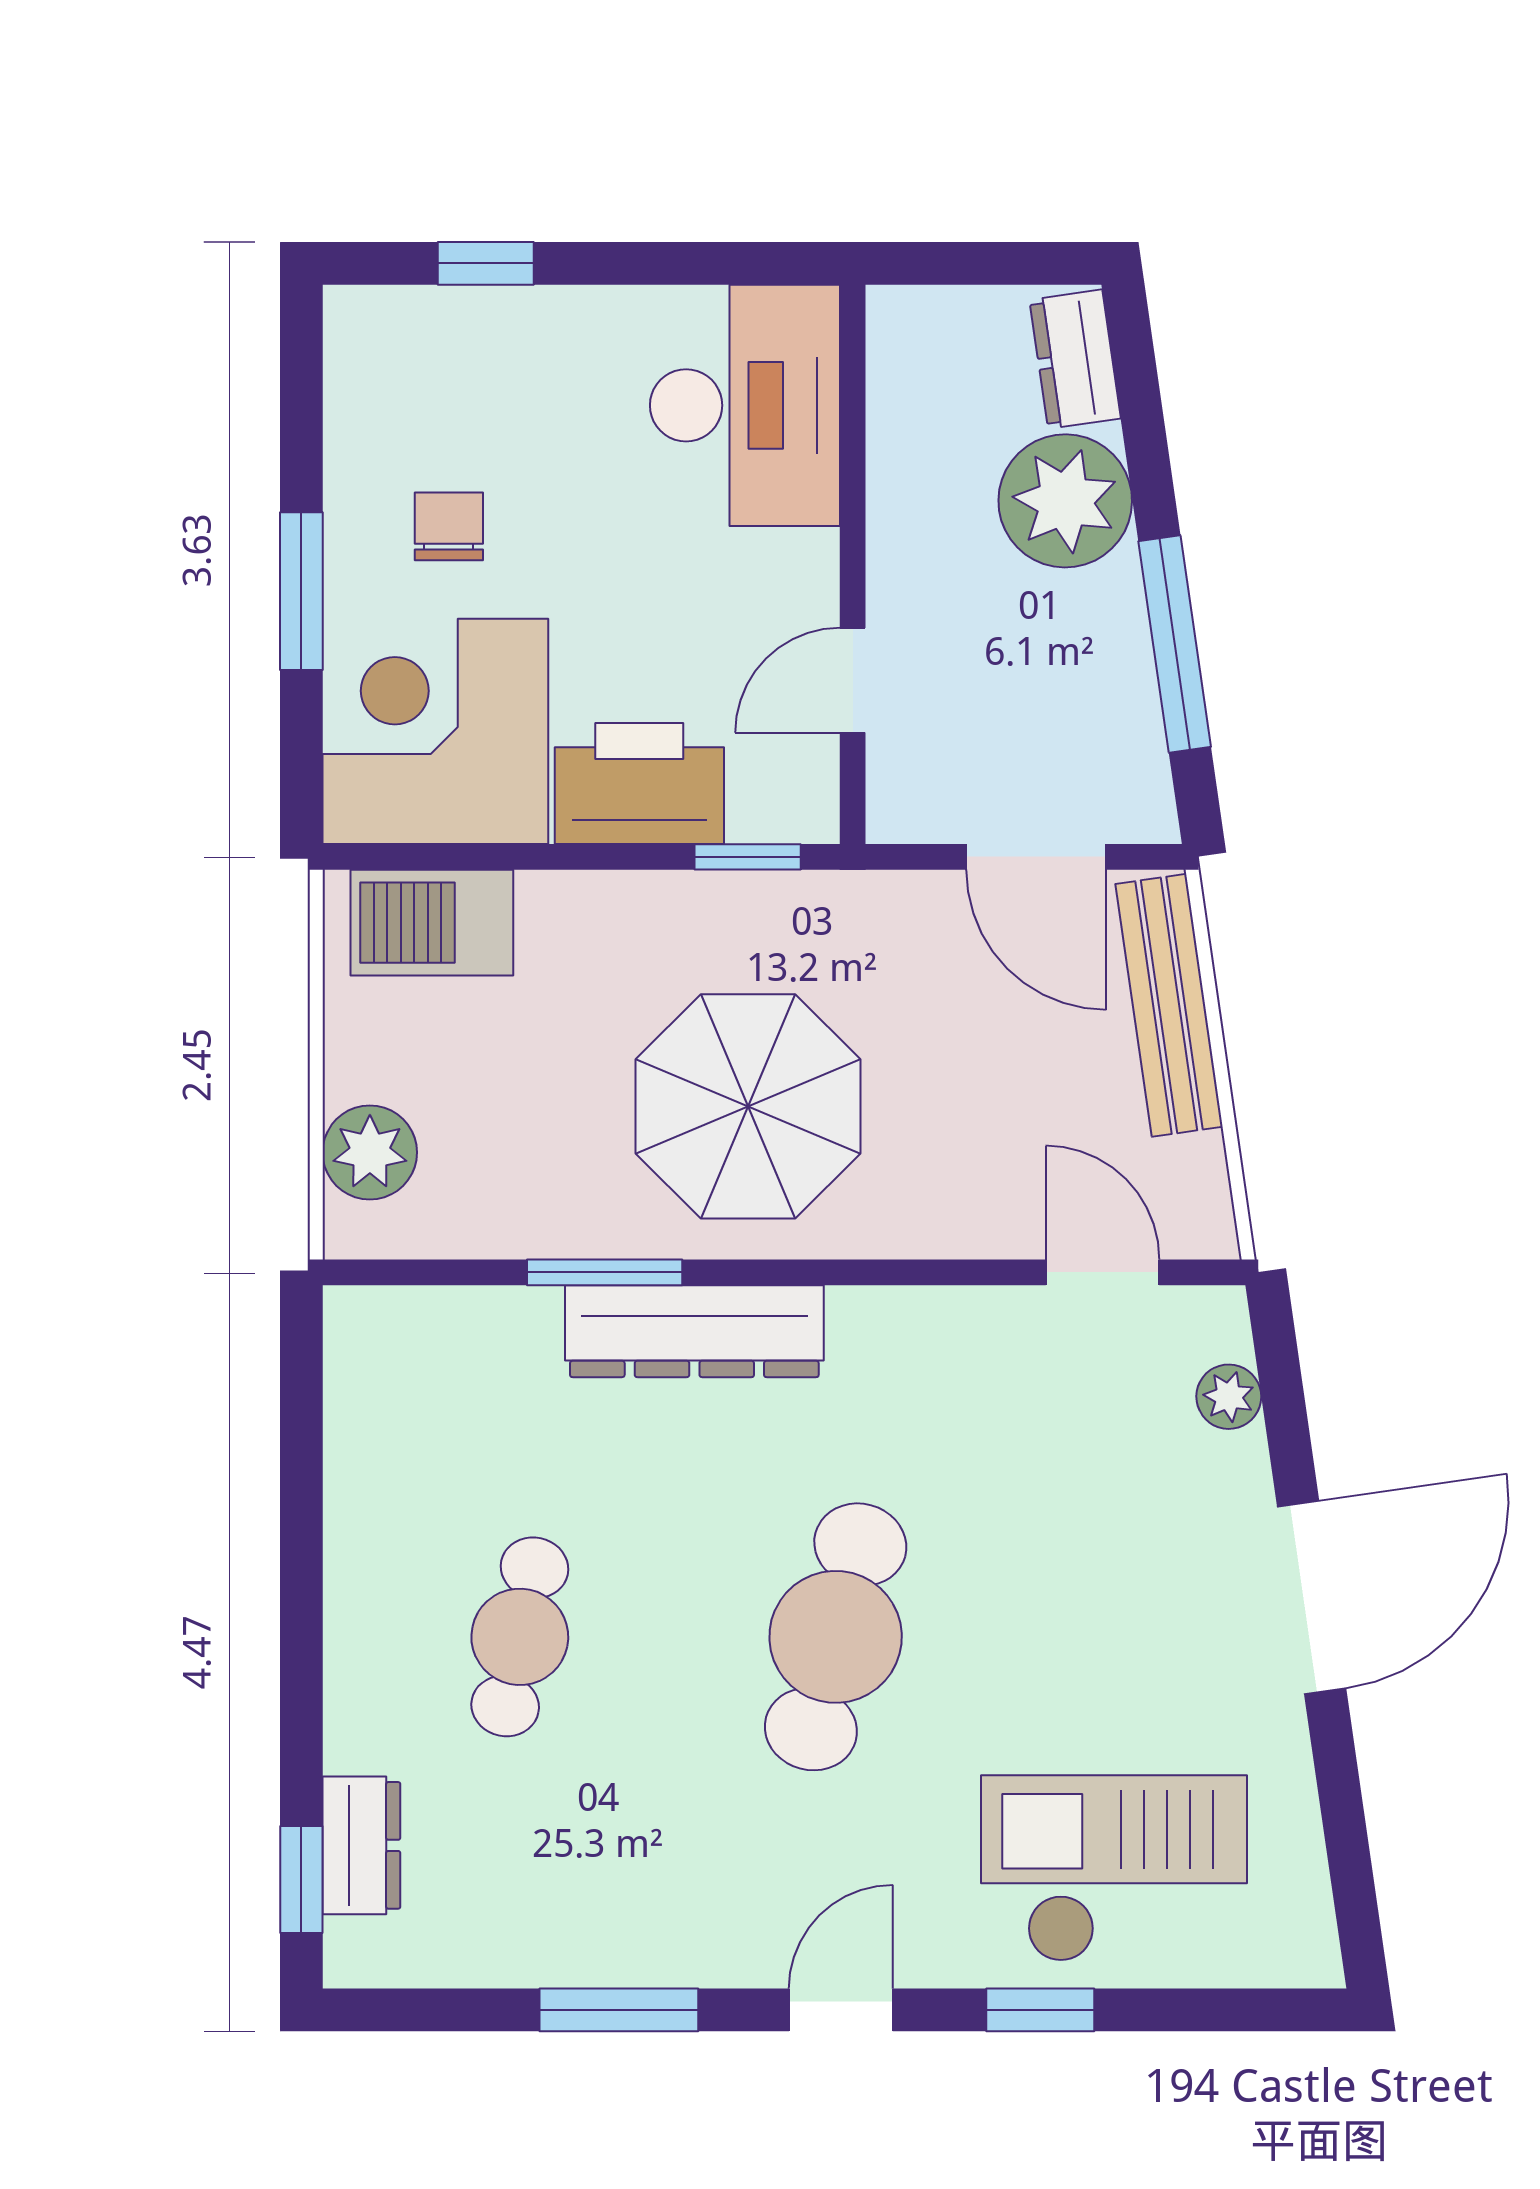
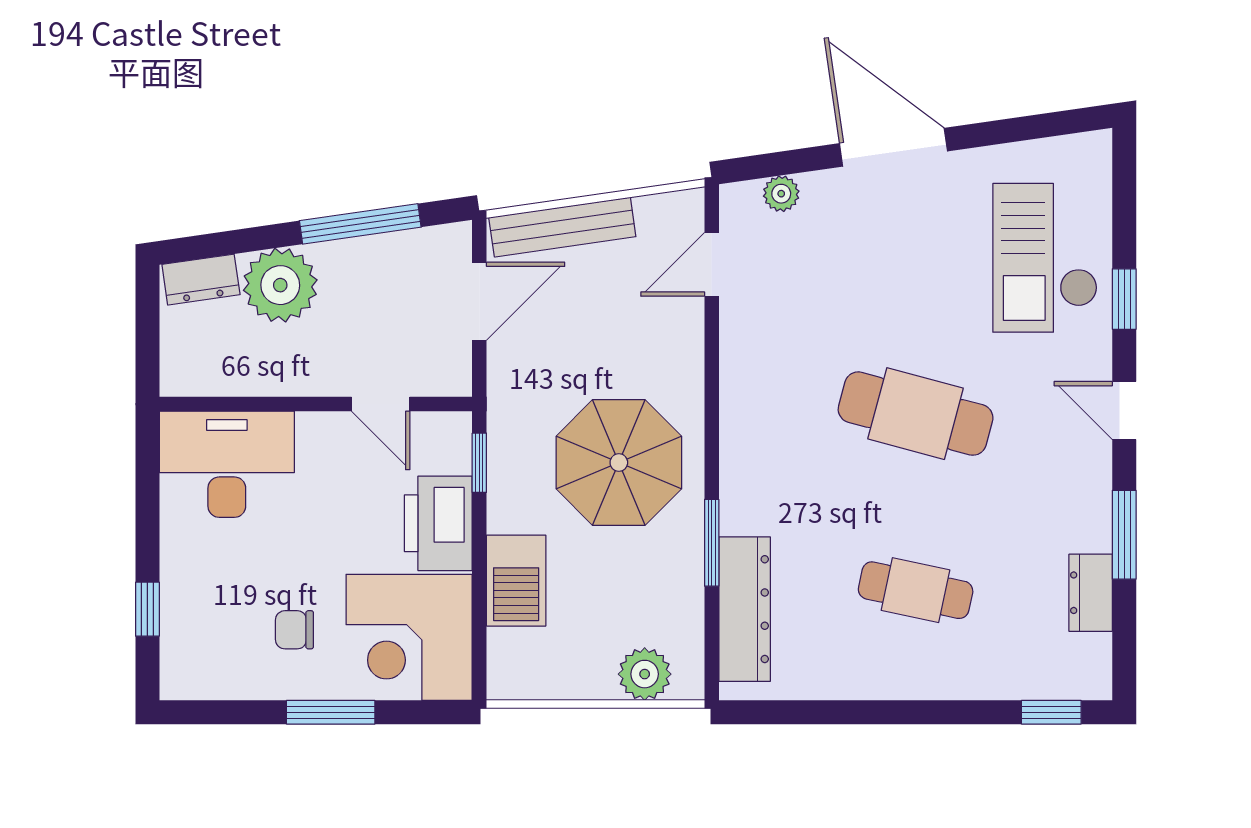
barbecue: (432, 923) -> (516, 581), moved
dresser: (694, 1331) -> (745, 609), moved
dresser: (361, 1845) -> (1091, 593), moved, turned -90

